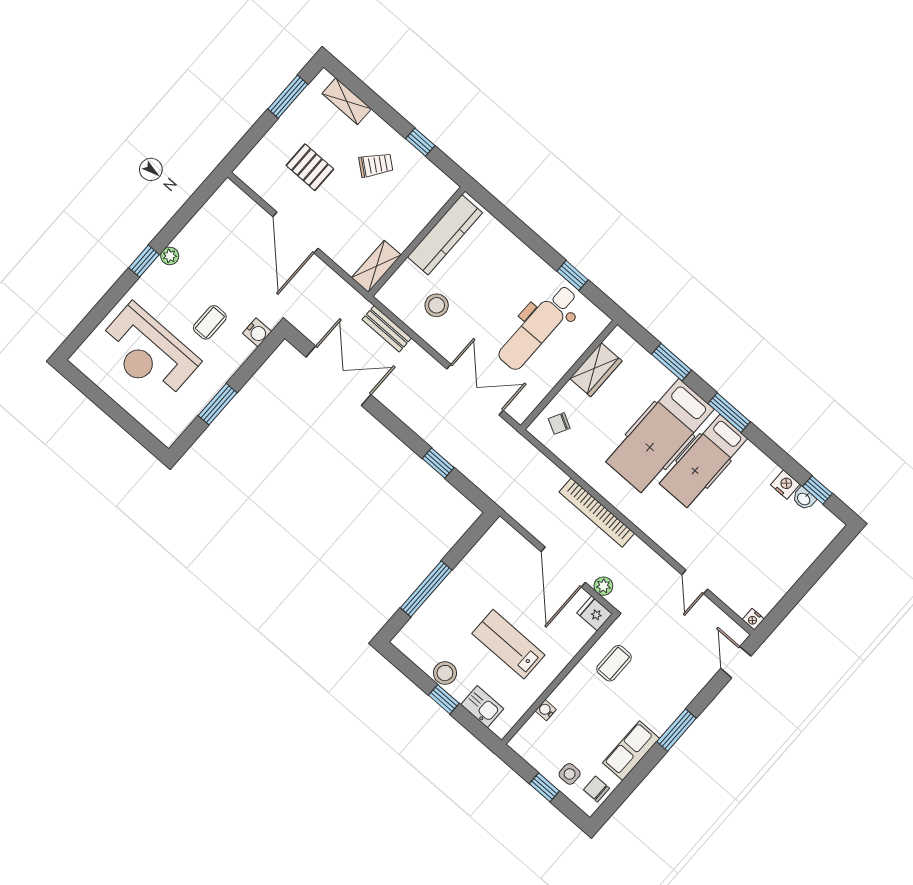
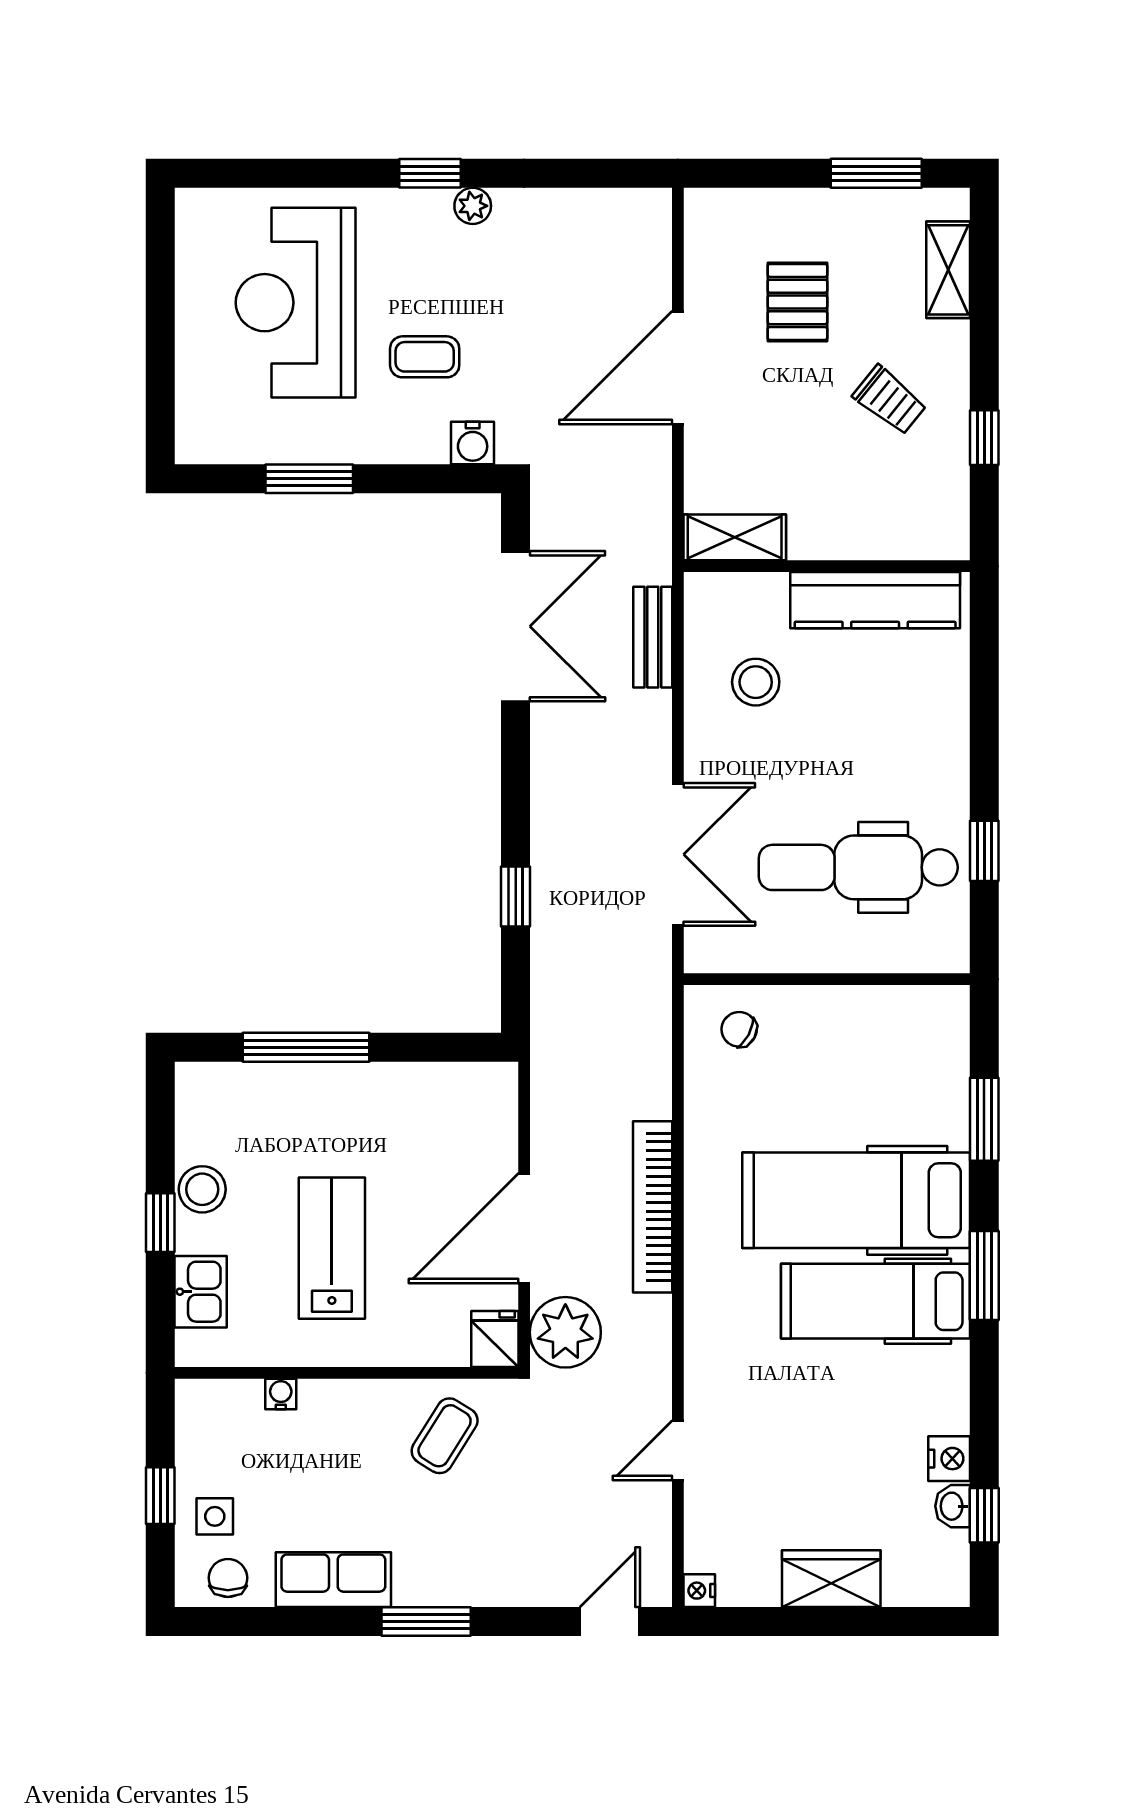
wardrobe: (596, 370) -> (831, 1579), moved, turned 180
plant: (603, 586) -> (565, 1332), width x1.87, depth x1.87
coffee table: (614, 663) -> (445, 1436), turned -58

